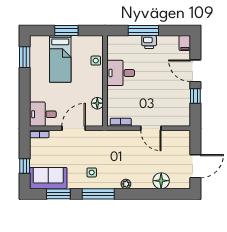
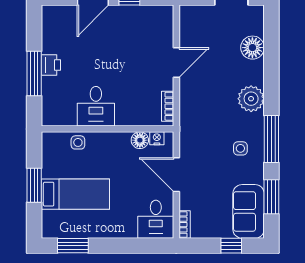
filing cabinet: (185, 43) -> (52, 13), removed
nightstand: (99, 115) -> (157, 138), added
plant: (126, 184) -> (251, 99), width x1.87, depth x1.87

